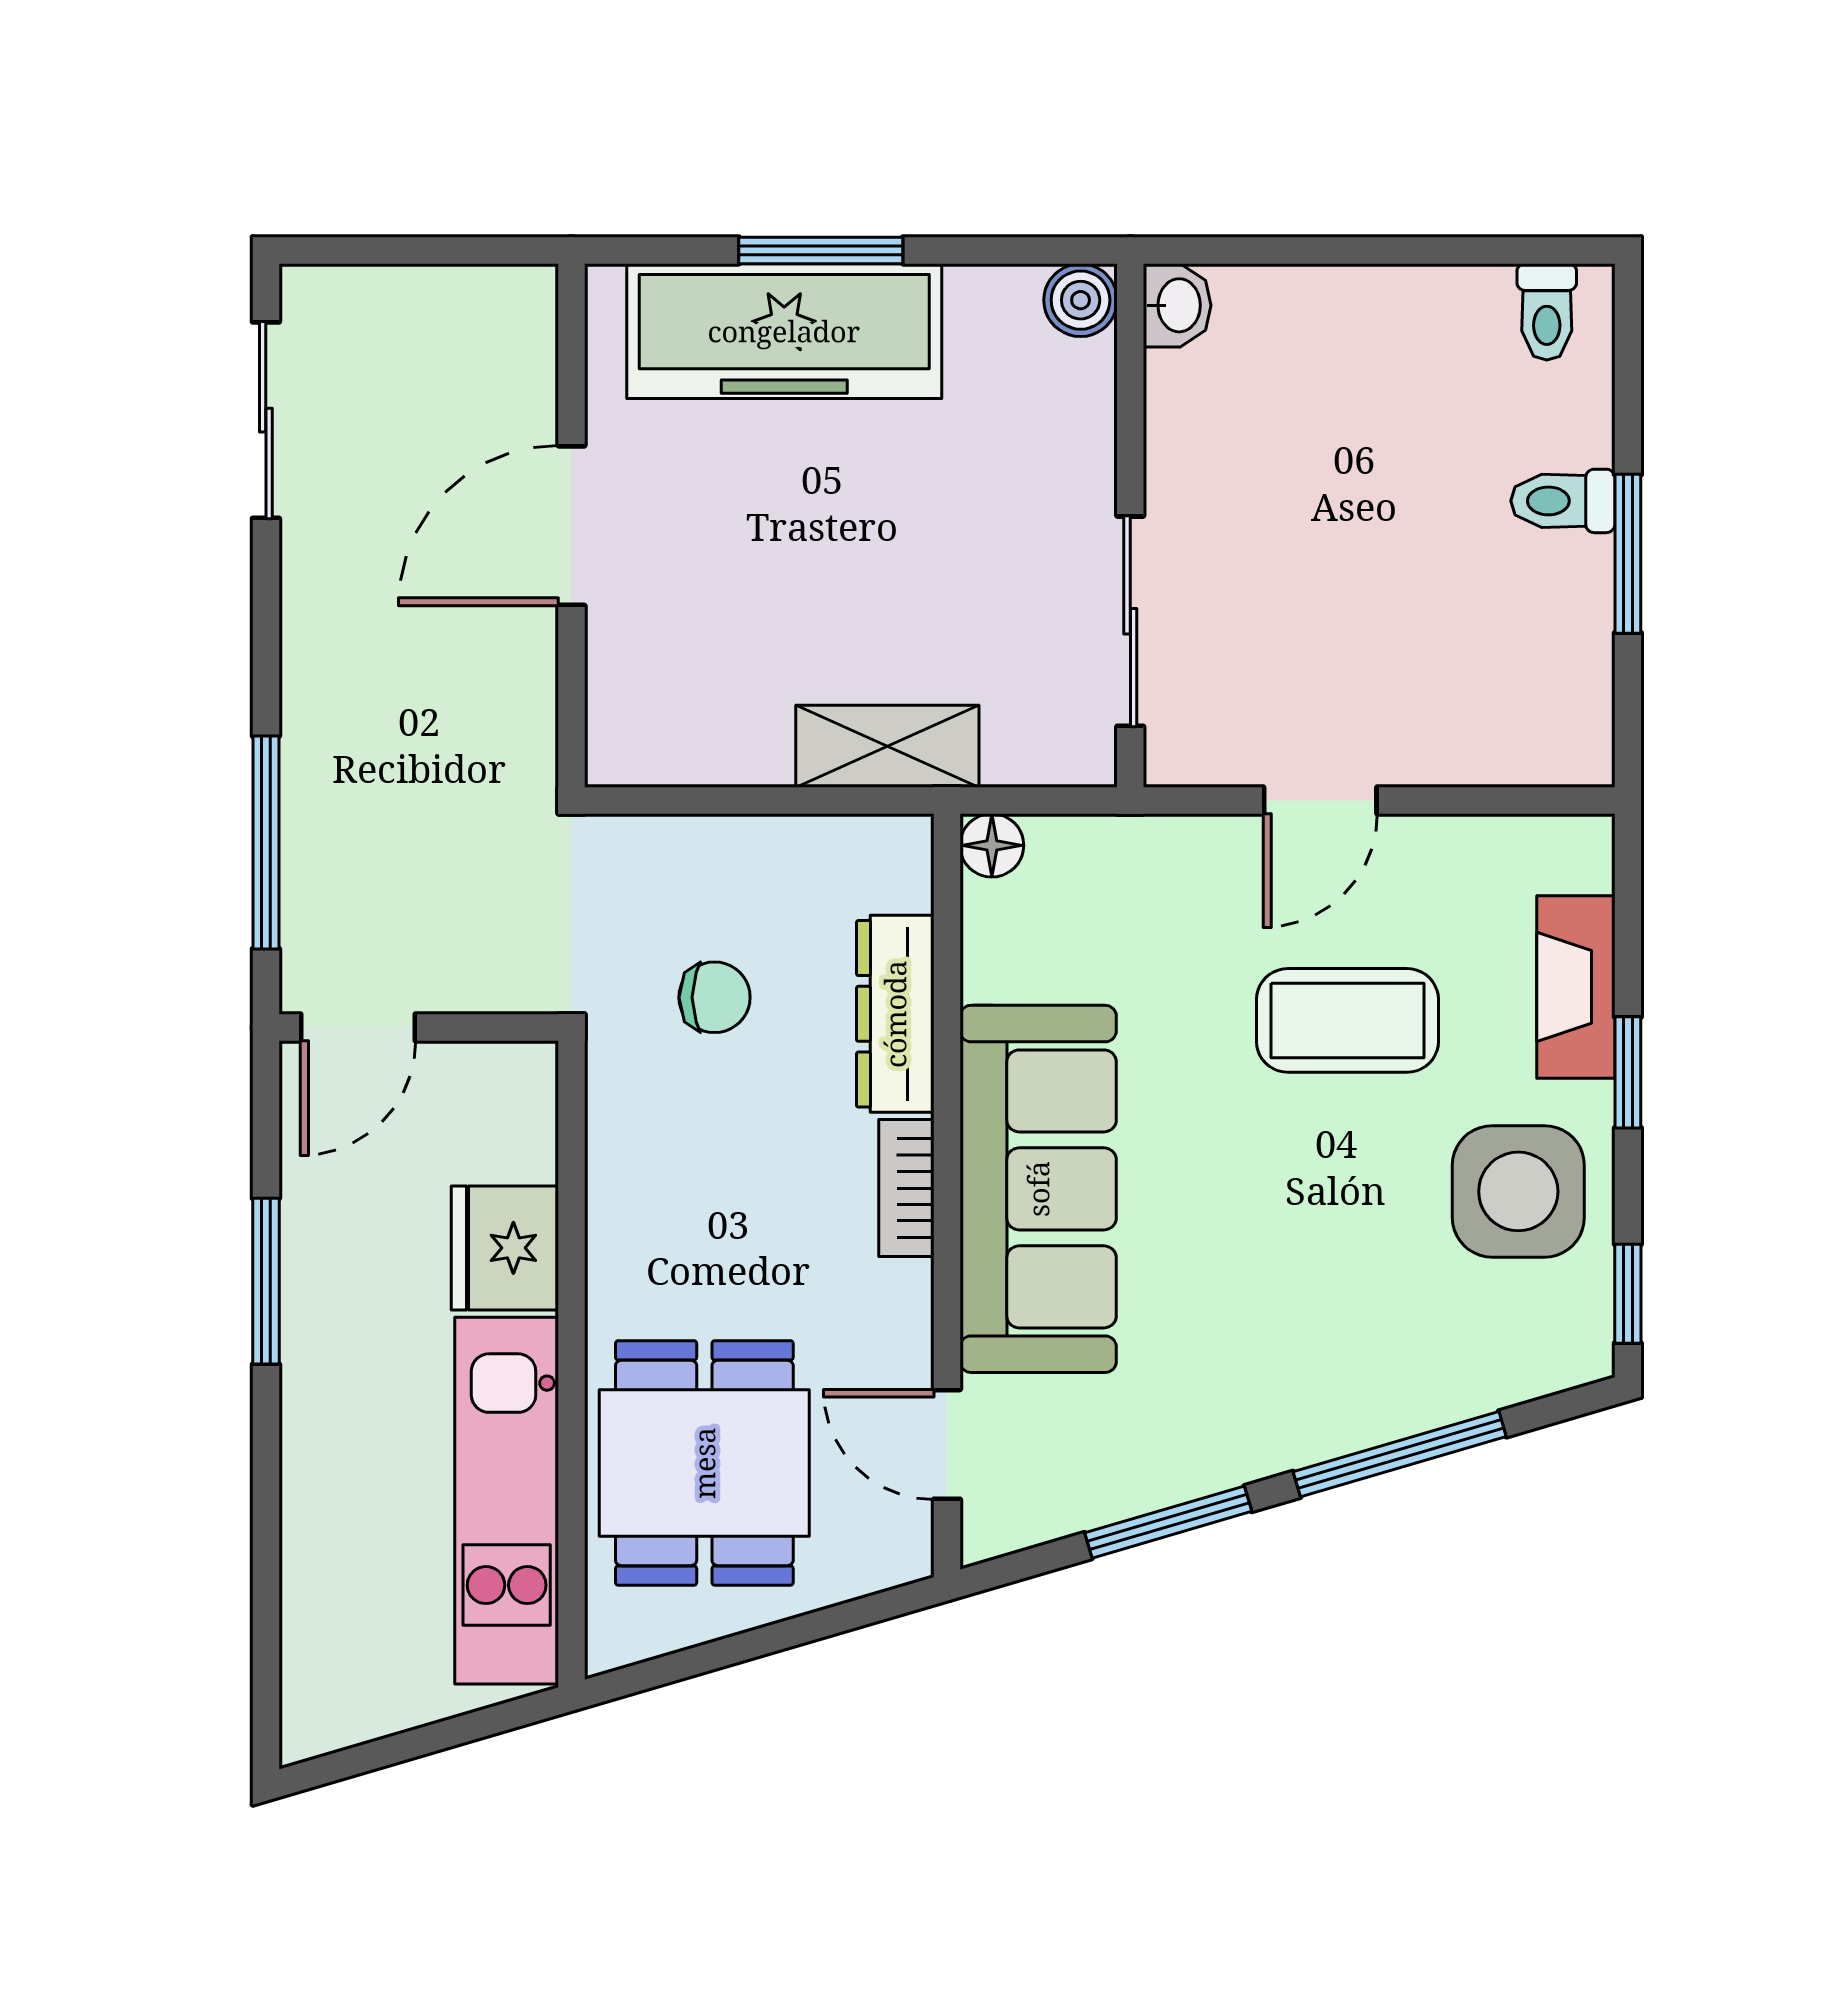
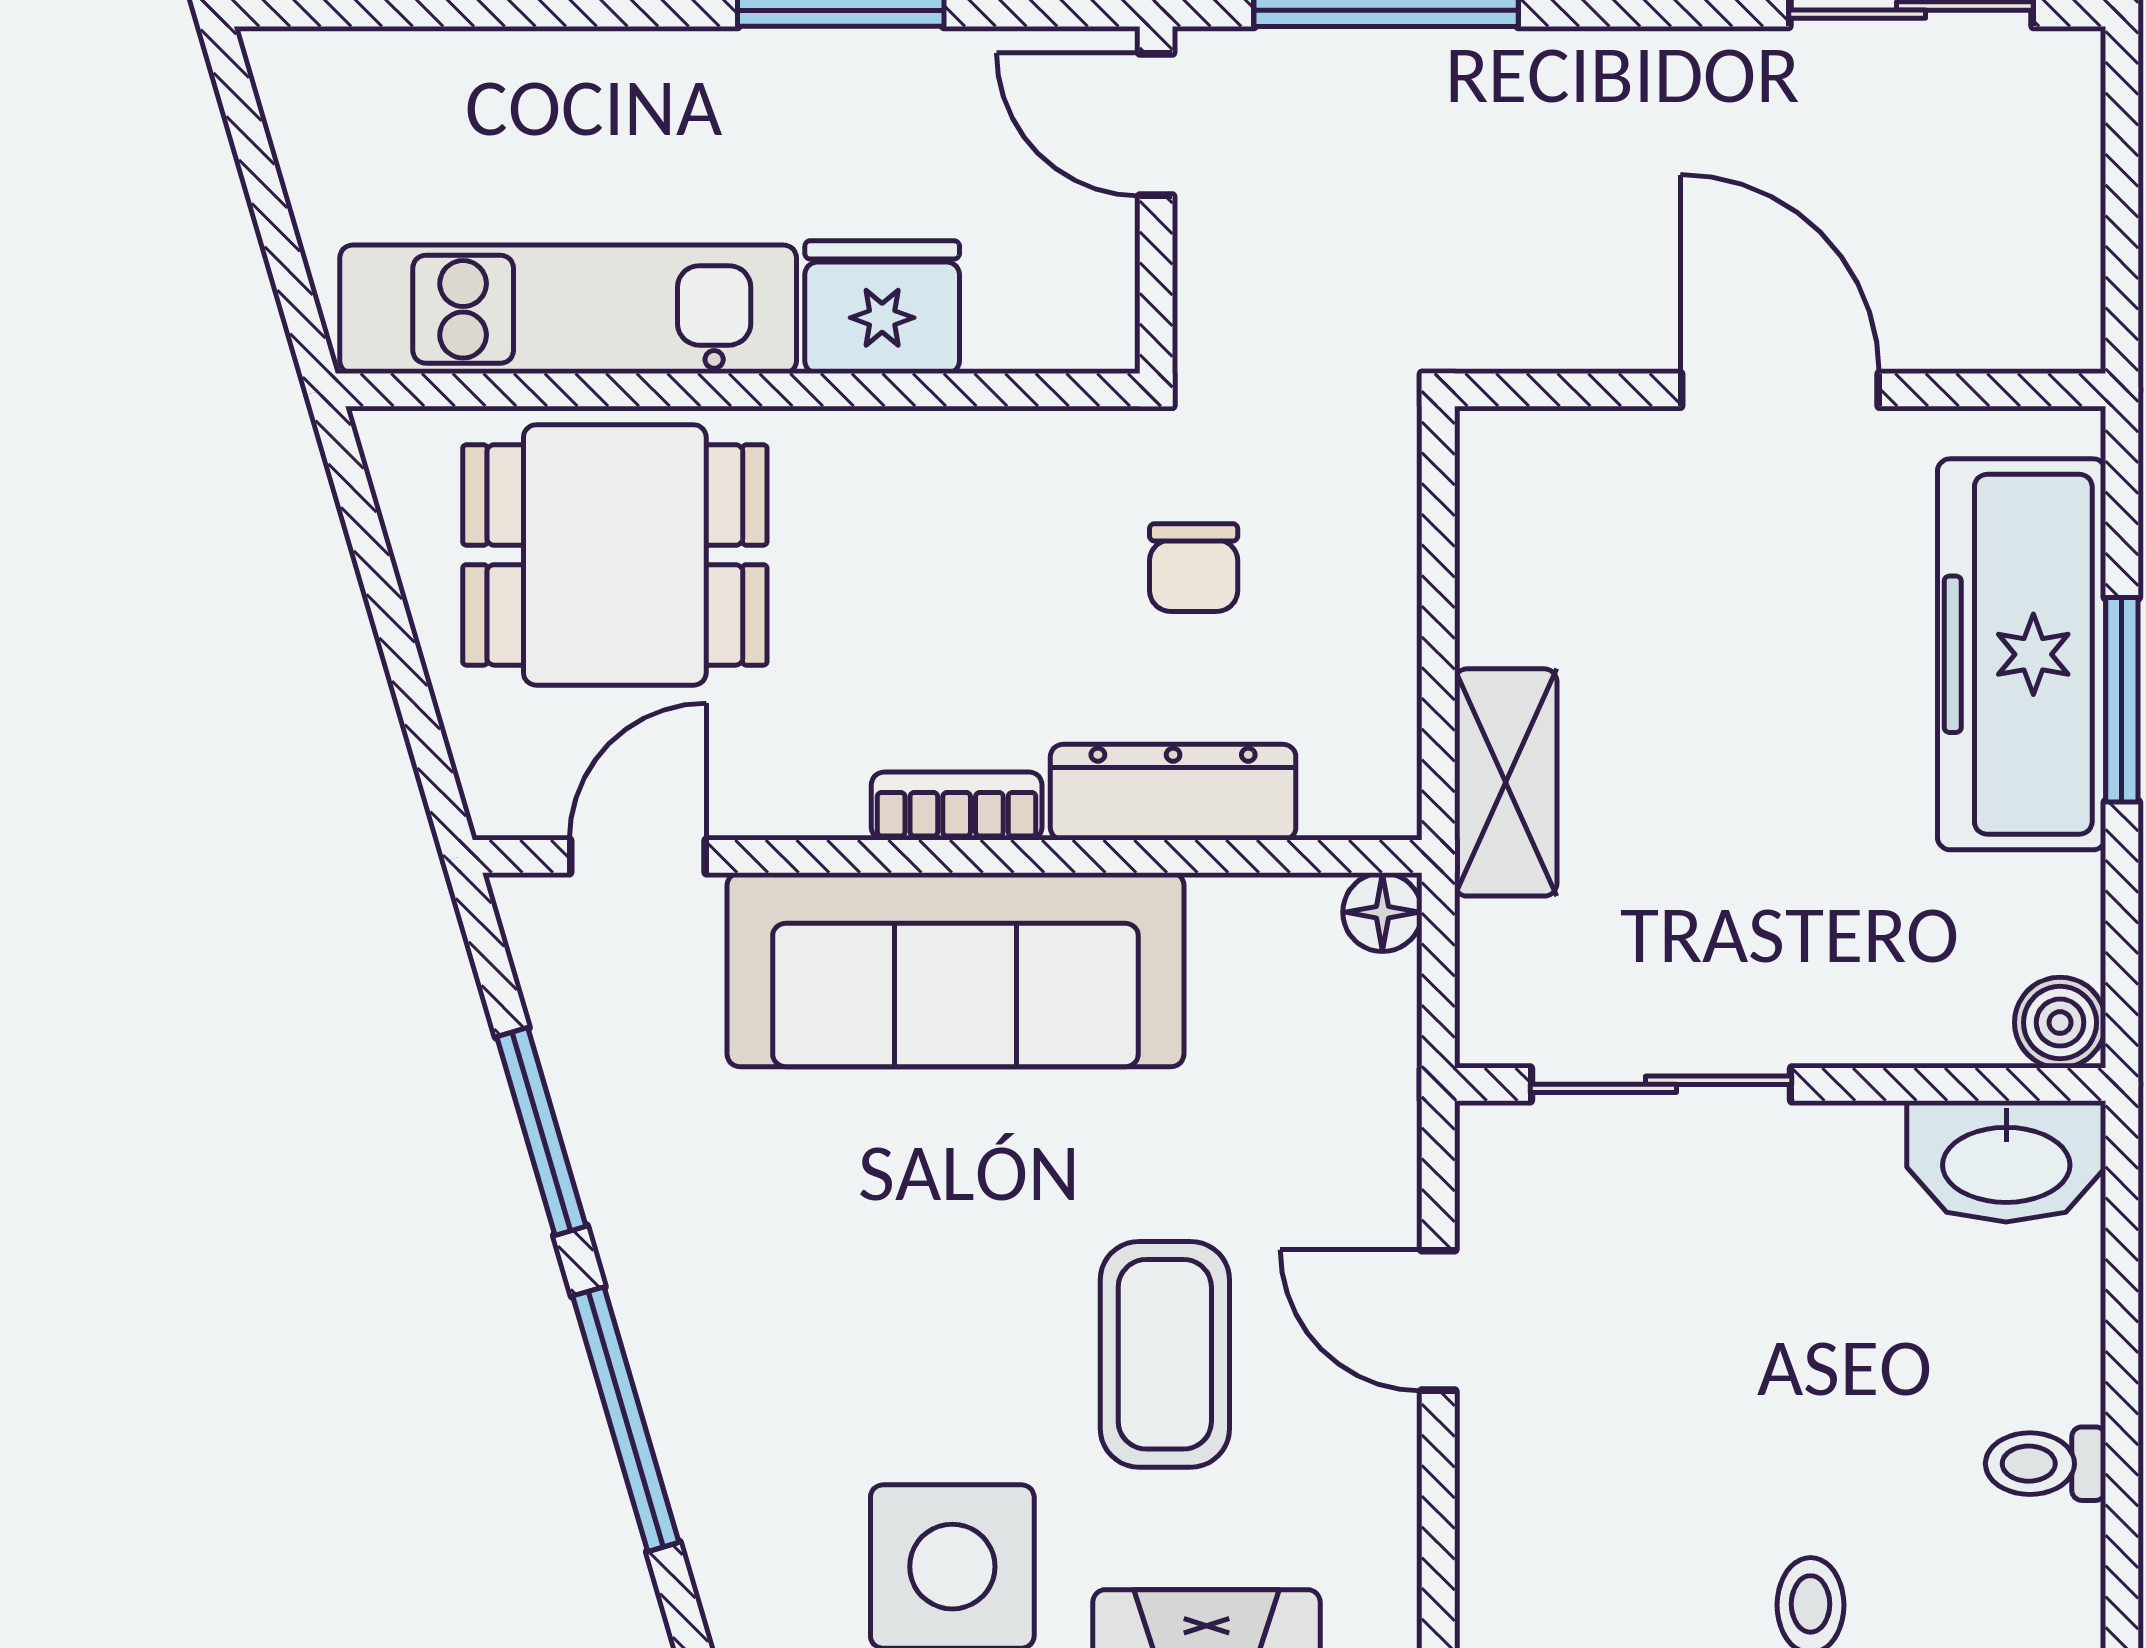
washbasin: (1177, 305) -> (2006, 1161), width x1.91, depth x1.45
toilet: (1547, 312) -> (2046, 1464), moved

